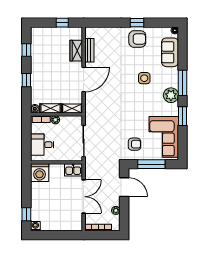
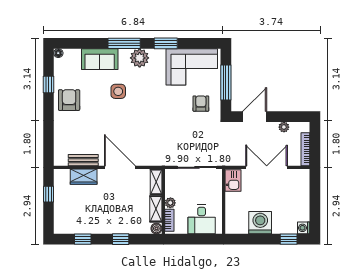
window: (137, 23) -> (49, 84), moved
sofa: (170, 52) -> (100, 59), moved
washing machine: (40, 173) -> (260, 223), moved, turned -90

